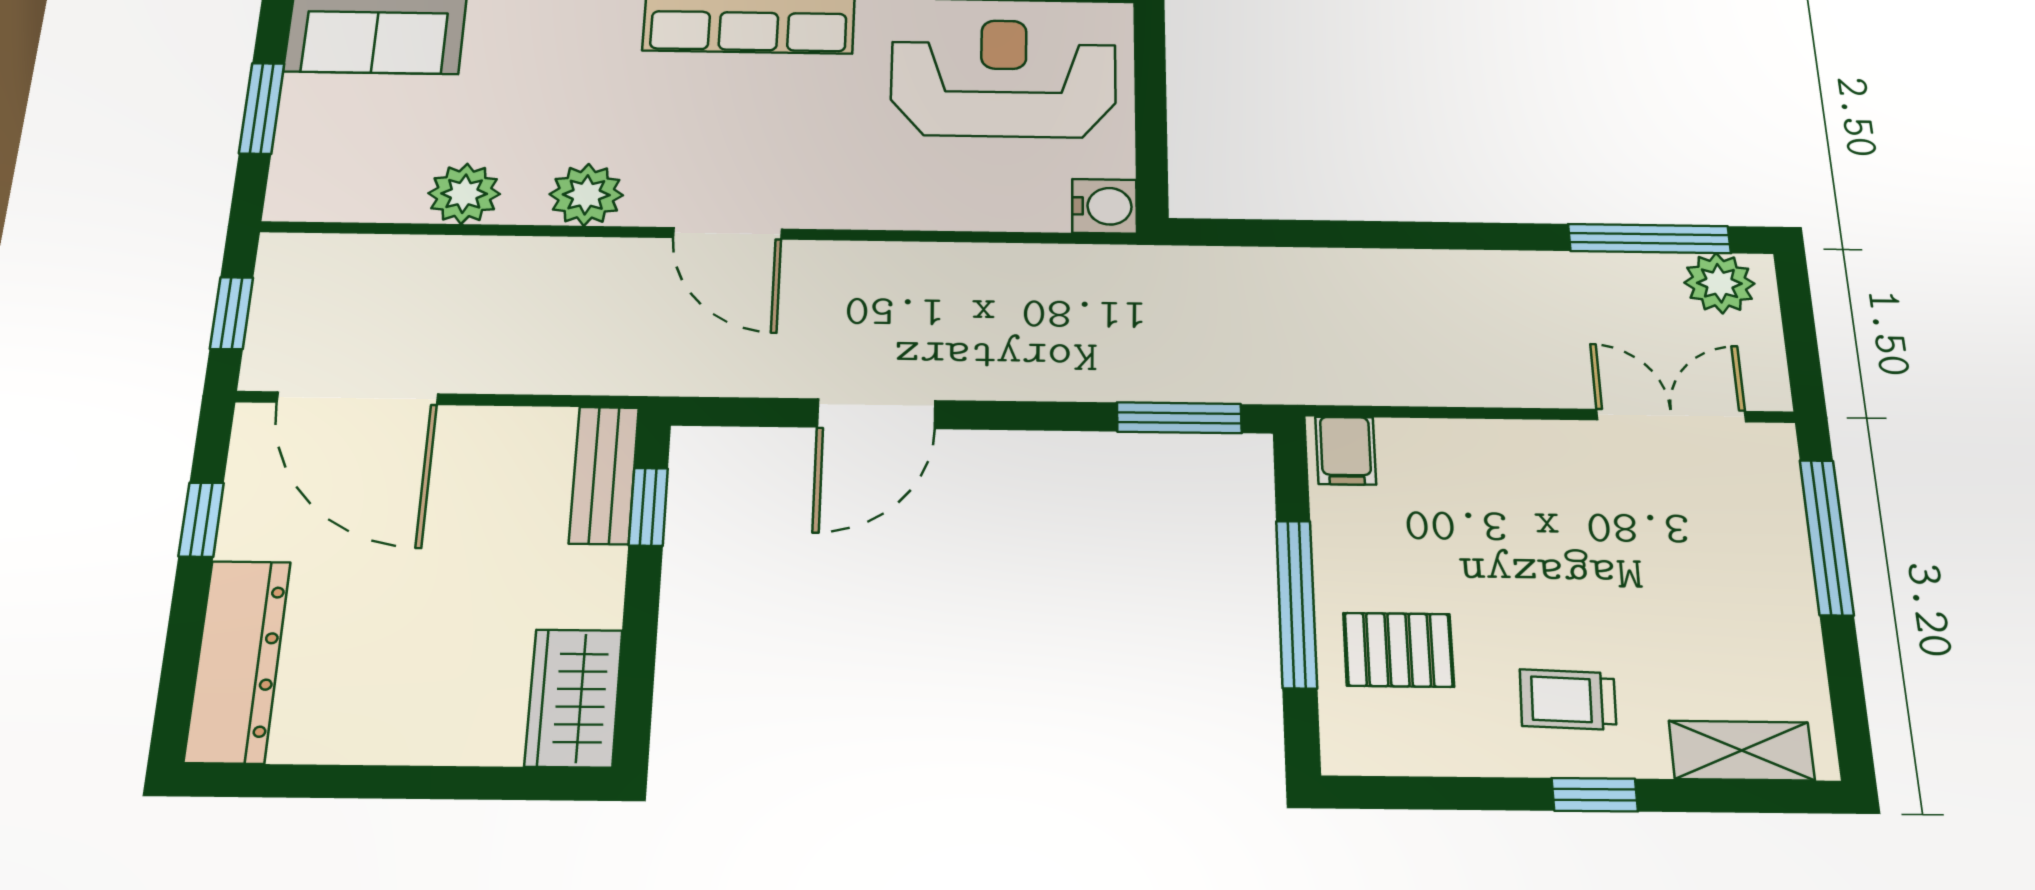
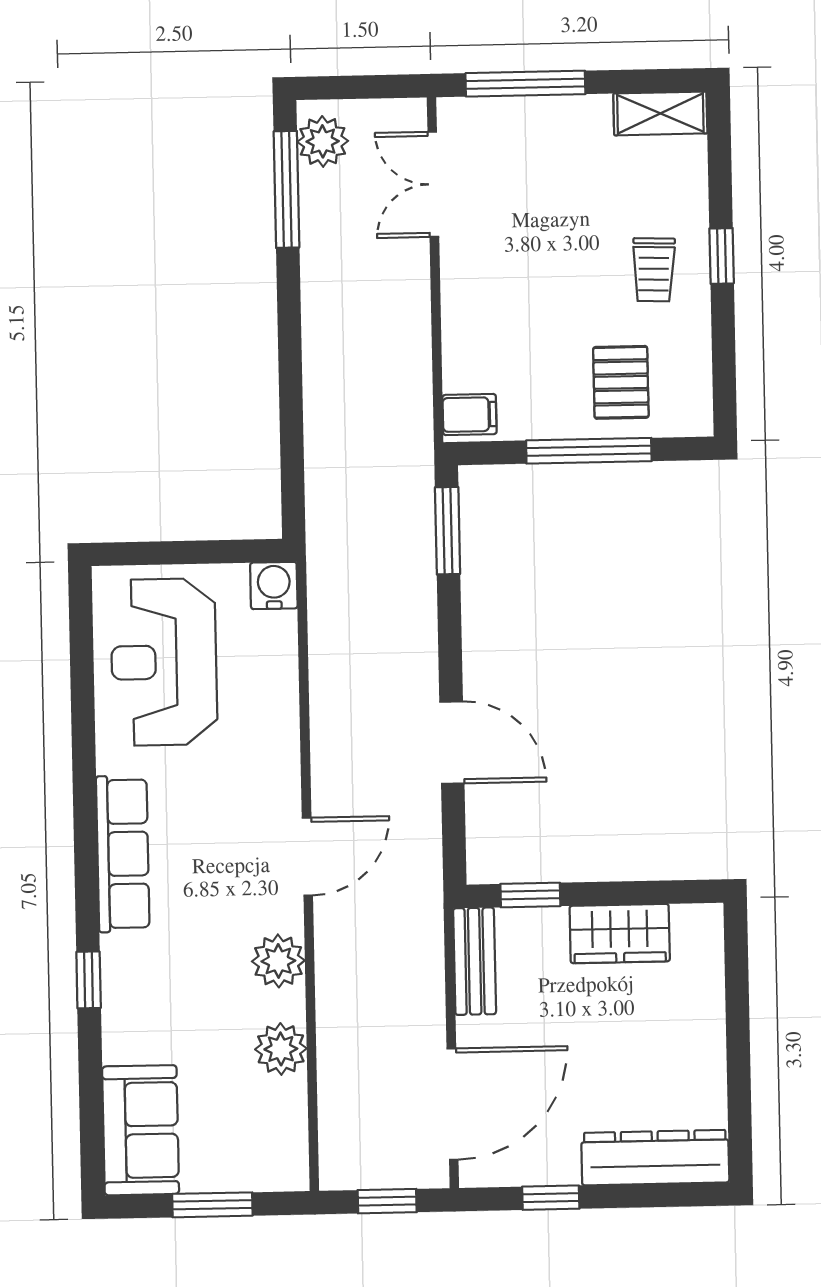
bench: (604, 475) -> (475, 961), moved, turned 90
wardrobe: (574, 698) -> (620, 934), moved
shelving: (1742, 751) -> (660, 113), moved, turned 90

